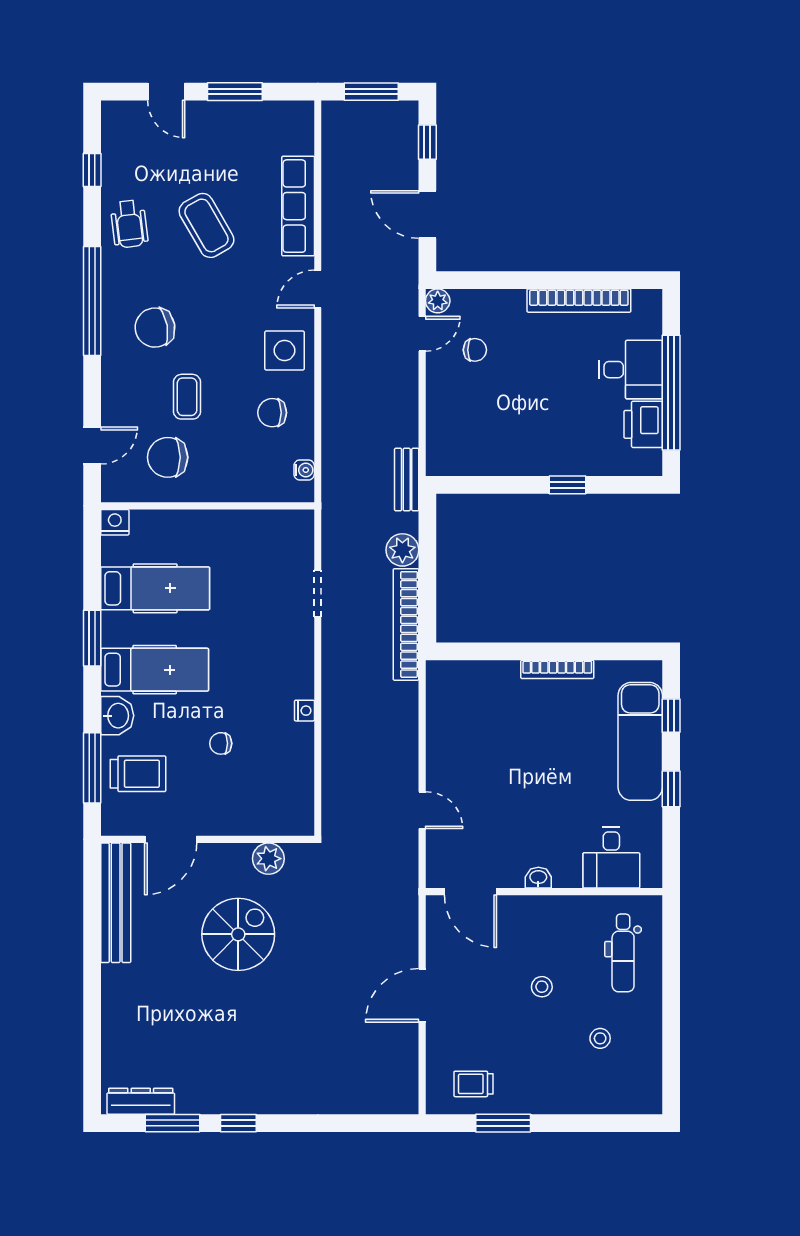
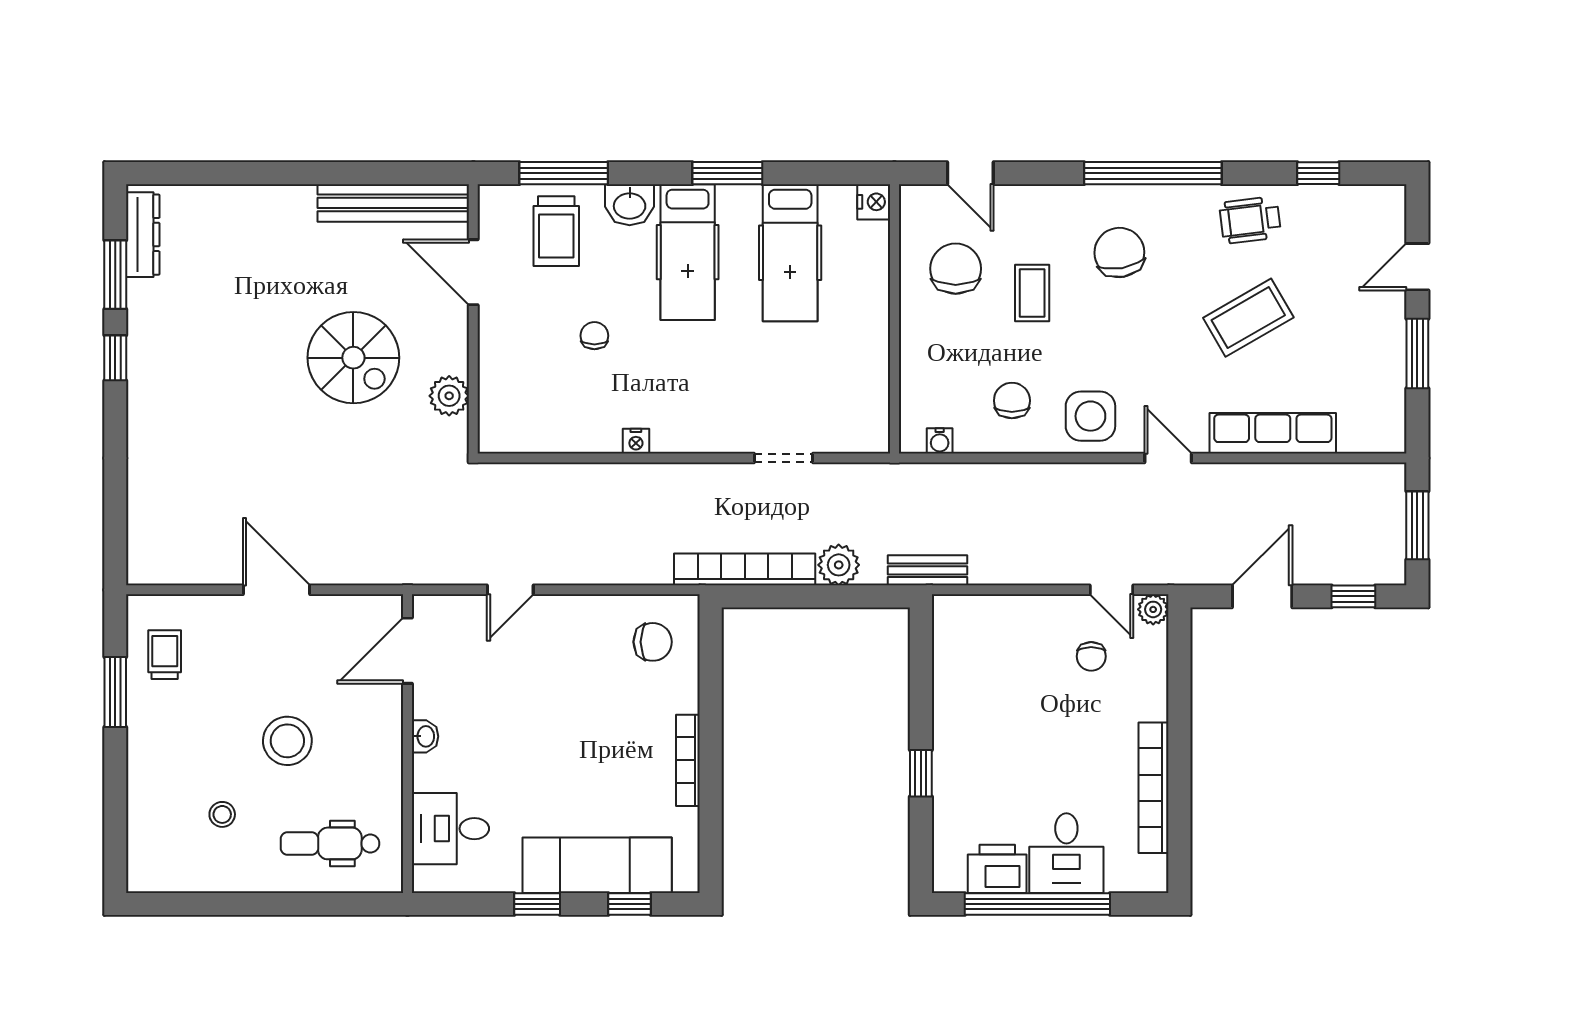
coffee table: (187, 397) -> (1032, 293), turned 90
chair: (463, 697) -> (653, 642), added
stool: (542, 987) -> (287, 741), width x1.89, depth x1.89

